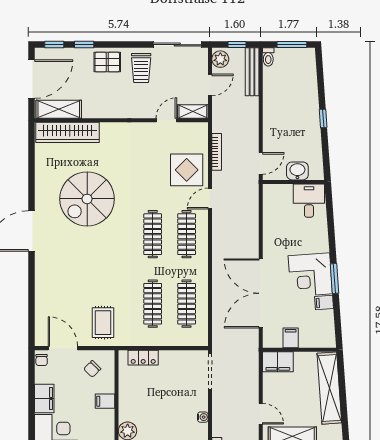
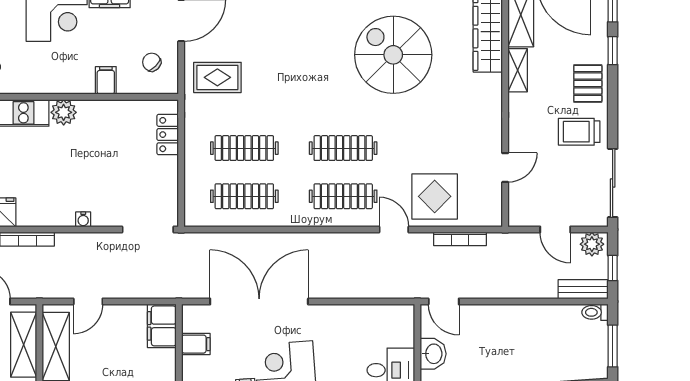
bench: (252, 72) -> (583, 289), width x0.73
shelving: (193, 111) -> (518, 70), moved
door: (166, 120) -> (505, 168), hinge flipped

